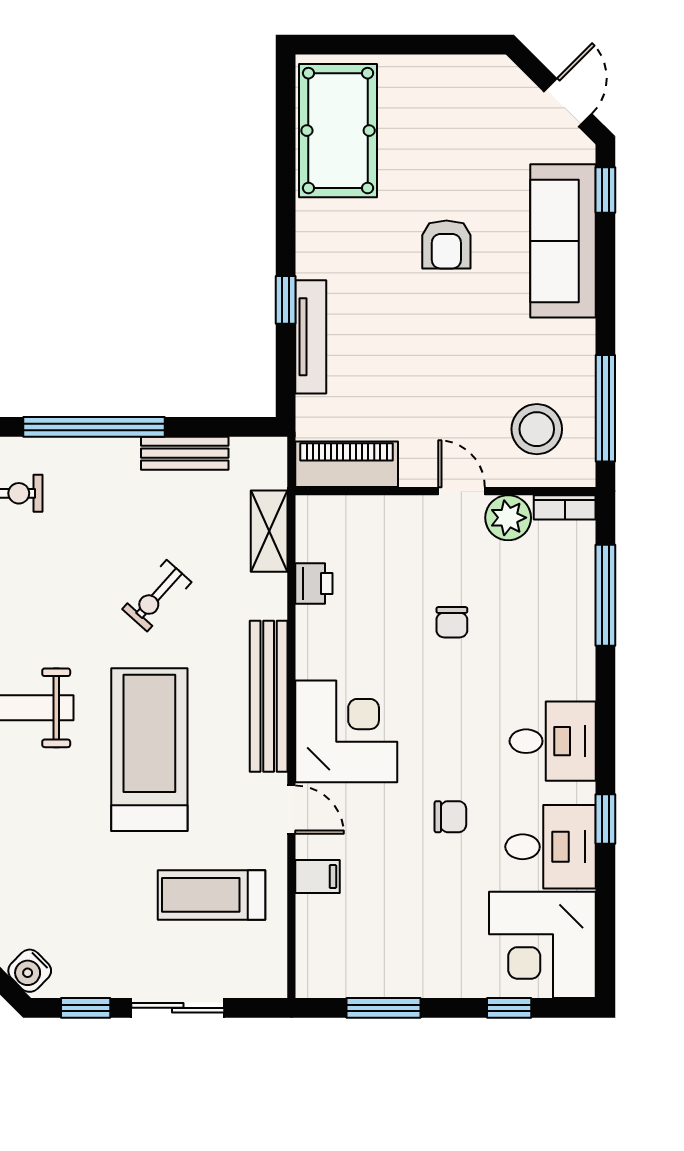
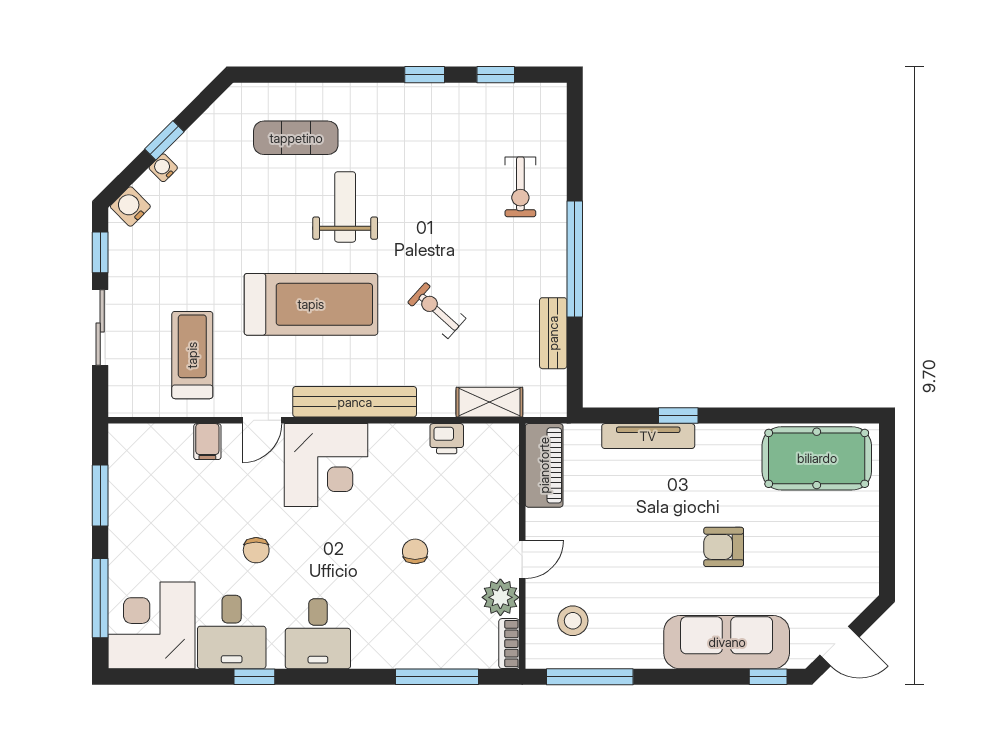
stool: (537, 429) -> (573, 621), width x0.73, depth x0.73
chair: (452, 622) -> (415, 551), turned 90
window: (509, 1008) -> (100, 598), width x2.17

